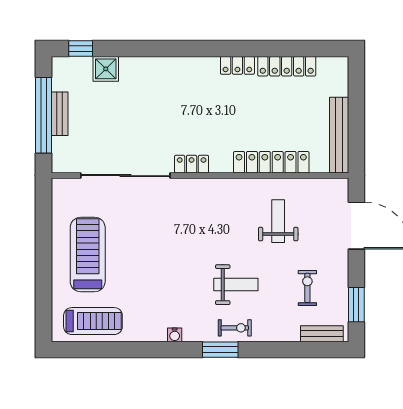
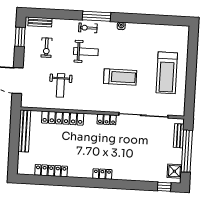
locker: (237, 65) -> (102, 174), moved
shower: (106, 69) -> (174, 171), moved
bench: (60, 114) -> (179, 136), moved
weight bench: (236, 285) -> (86, 52), turned 180
treadmill: (93, 321) -> (120, 77), moved, turned 180
window: (220, 350) -> (96, 16), width x1.44

